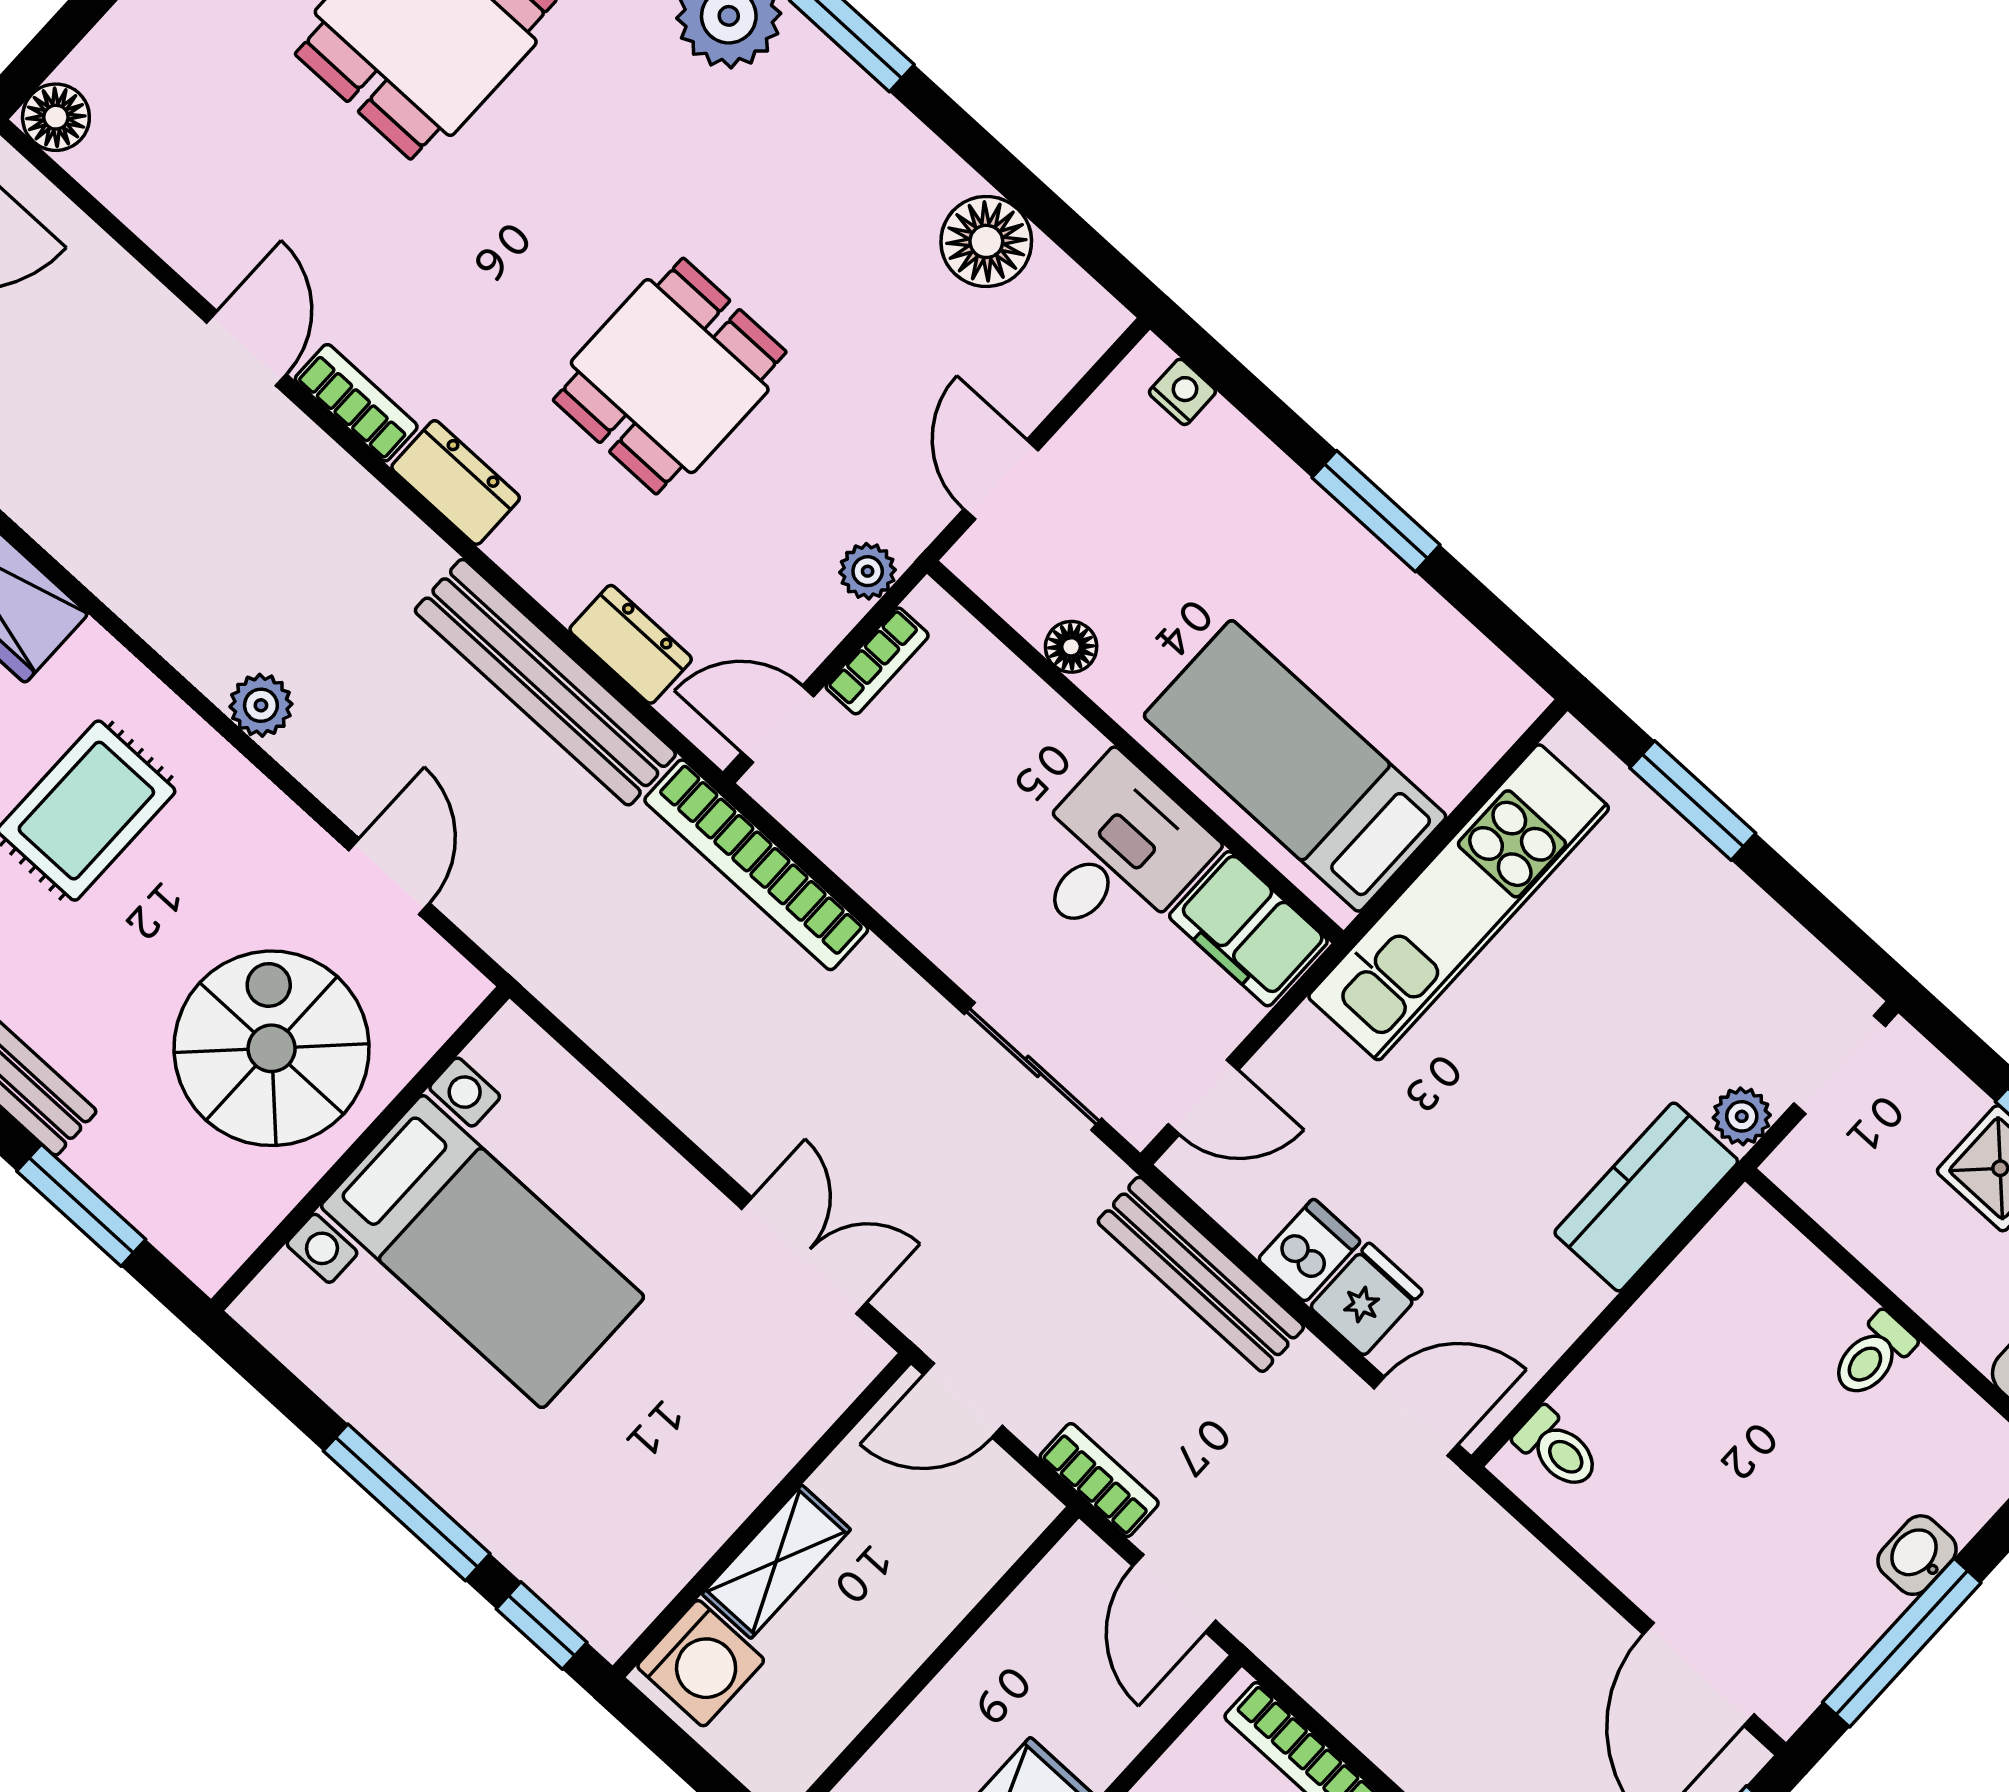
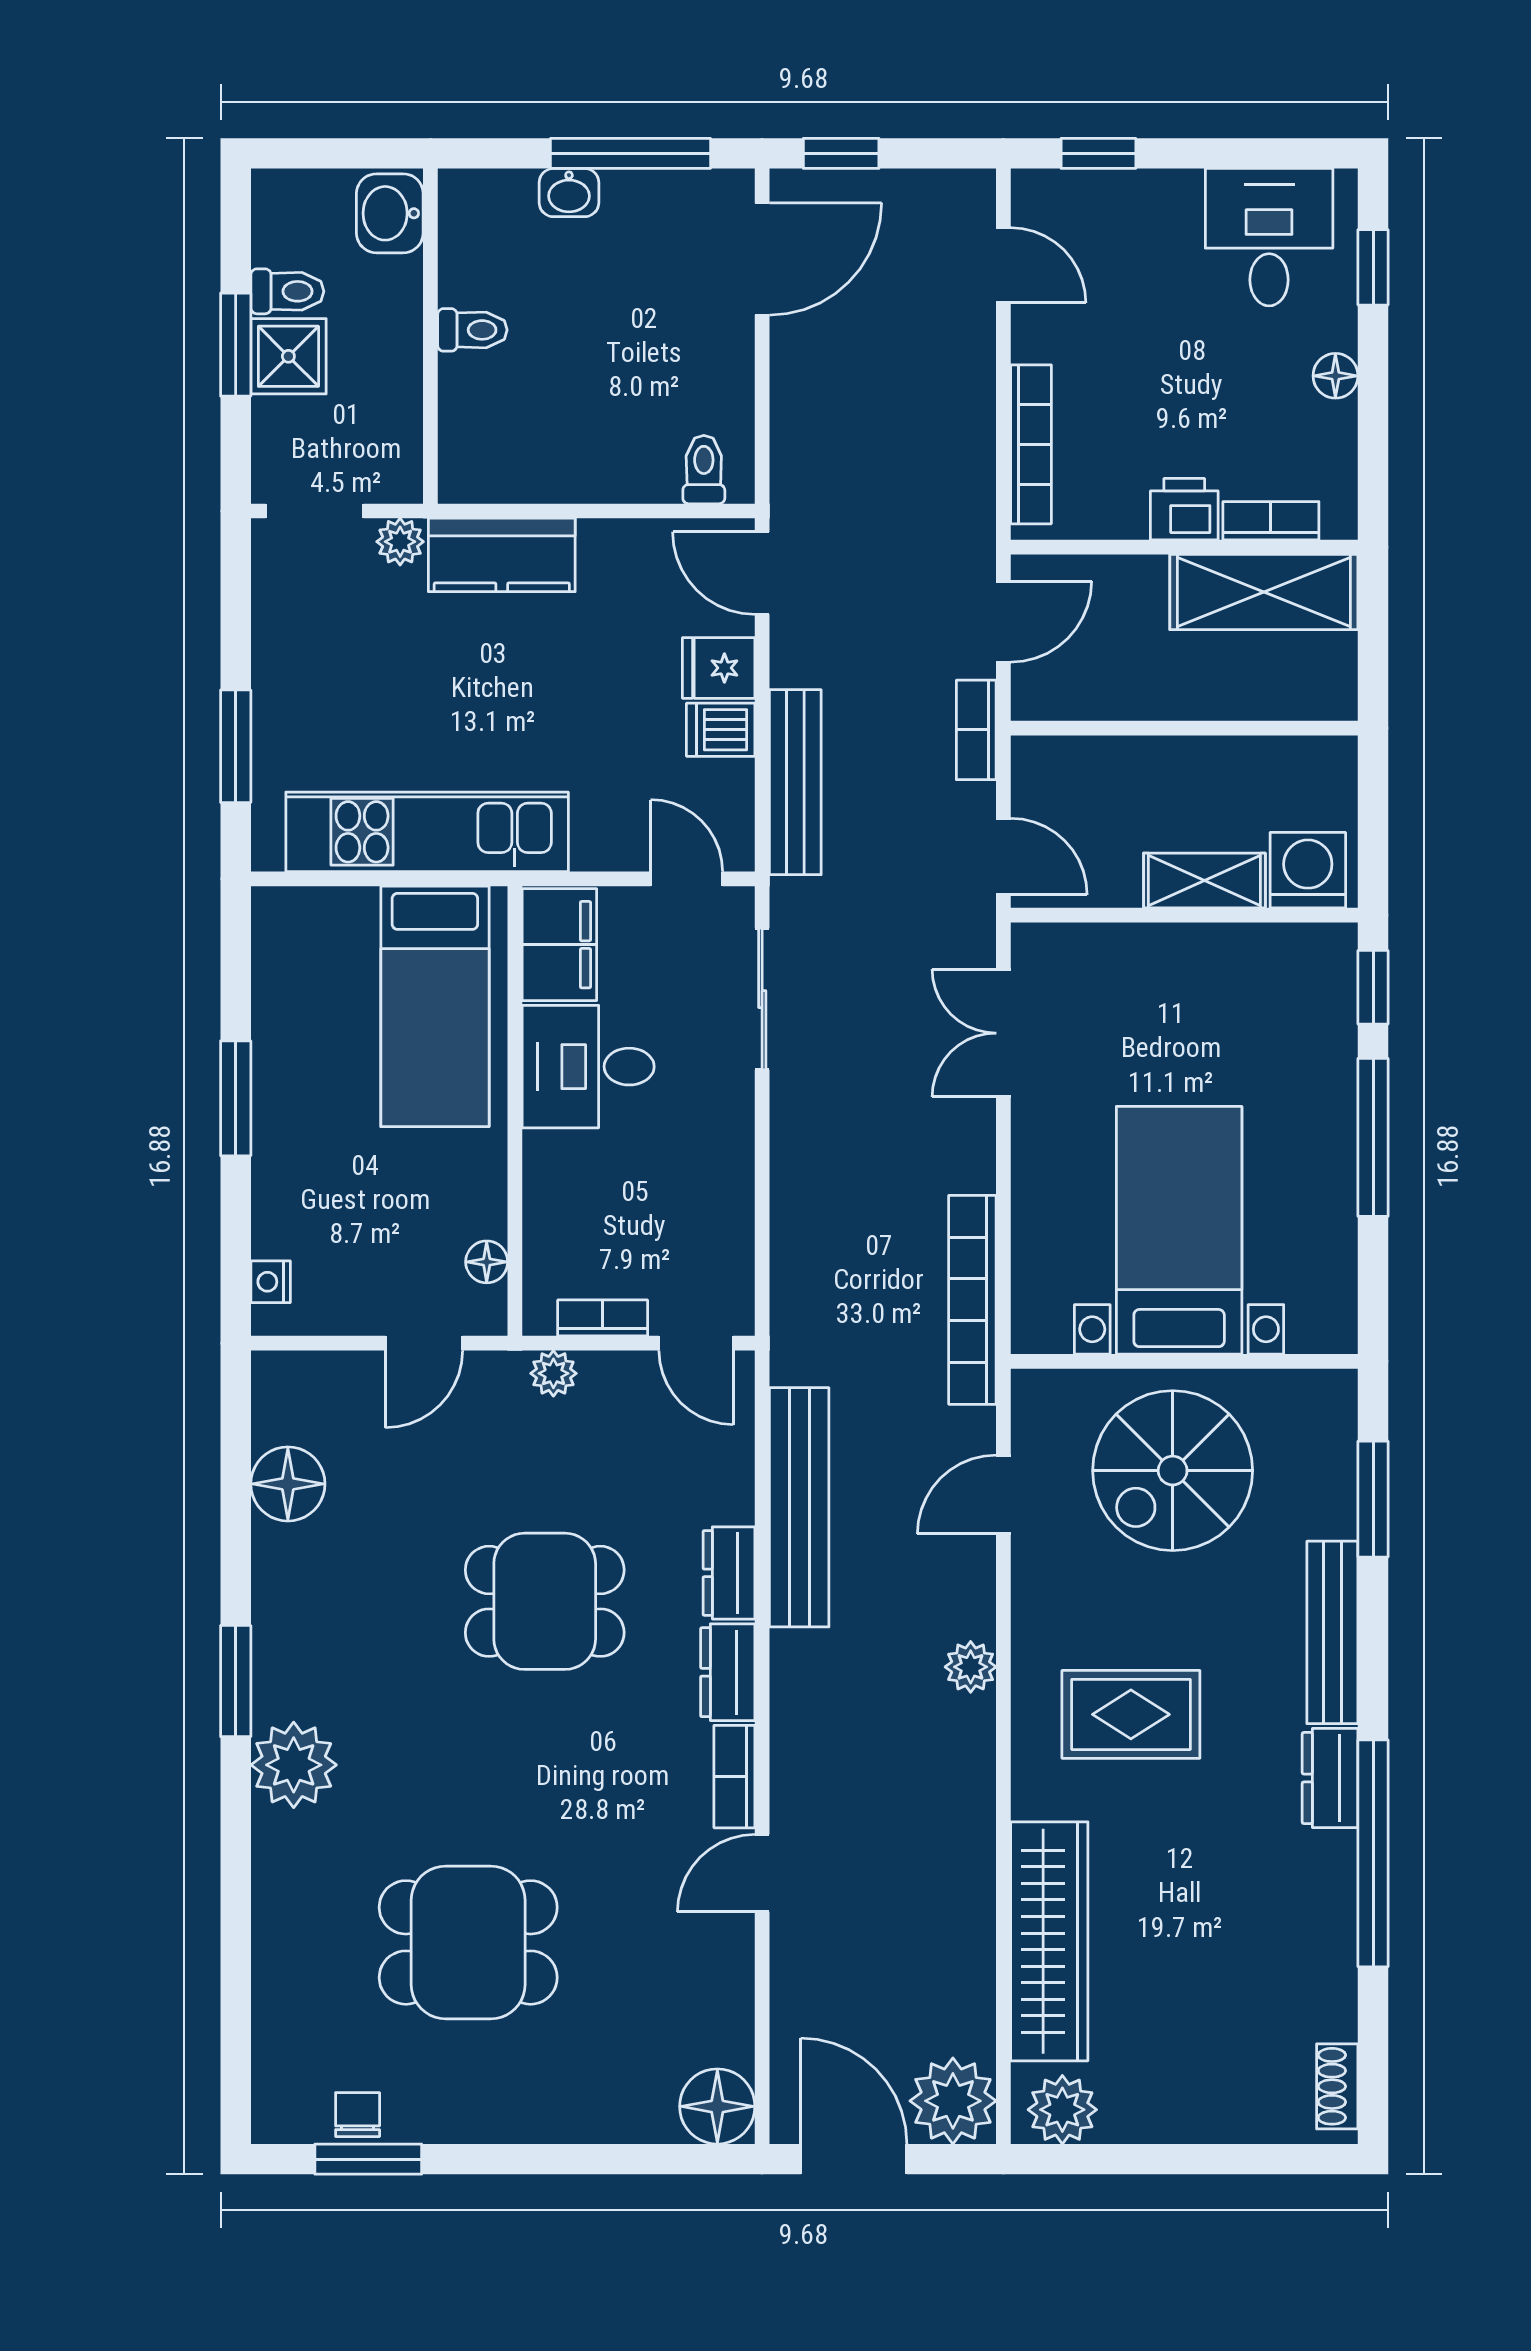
floor lamp: (56, 117) -> (717, 2106), width x1.38, depth x1.38
dresser: (631, 644) -> (729, 1573), moved
floor lamp: (1071, 647) -> (487, 1262), moved
bookcase: (756, 865) -> (972, 1300), moved, turned 180

